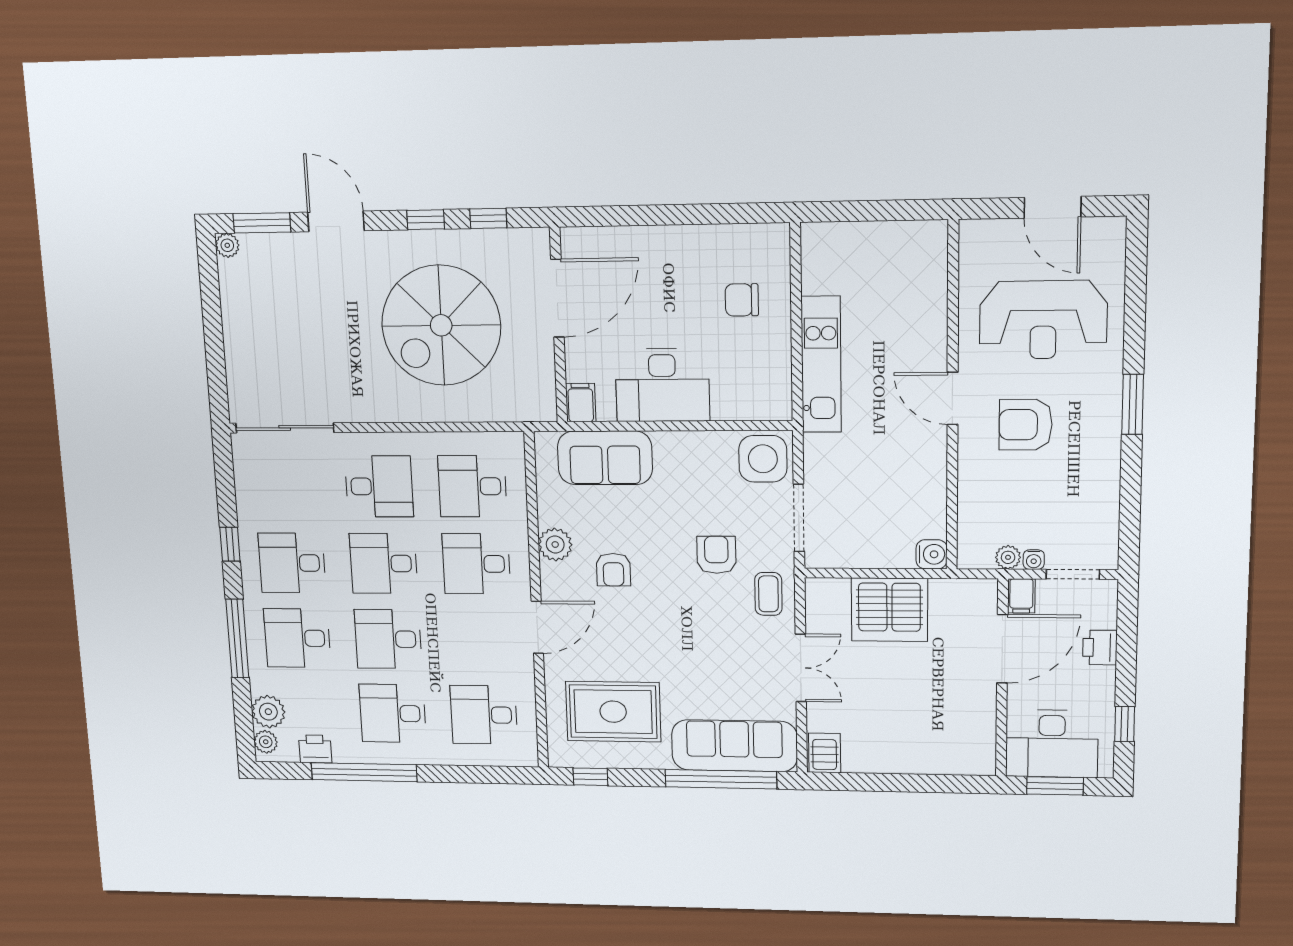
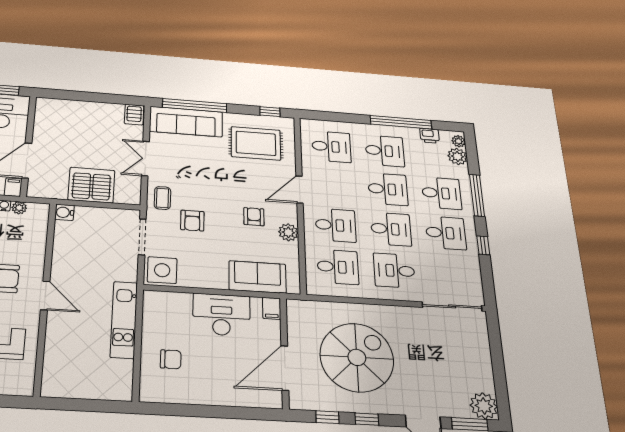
plant: (227, 245) -> (484, 406), width x1.88, depth x1.88

